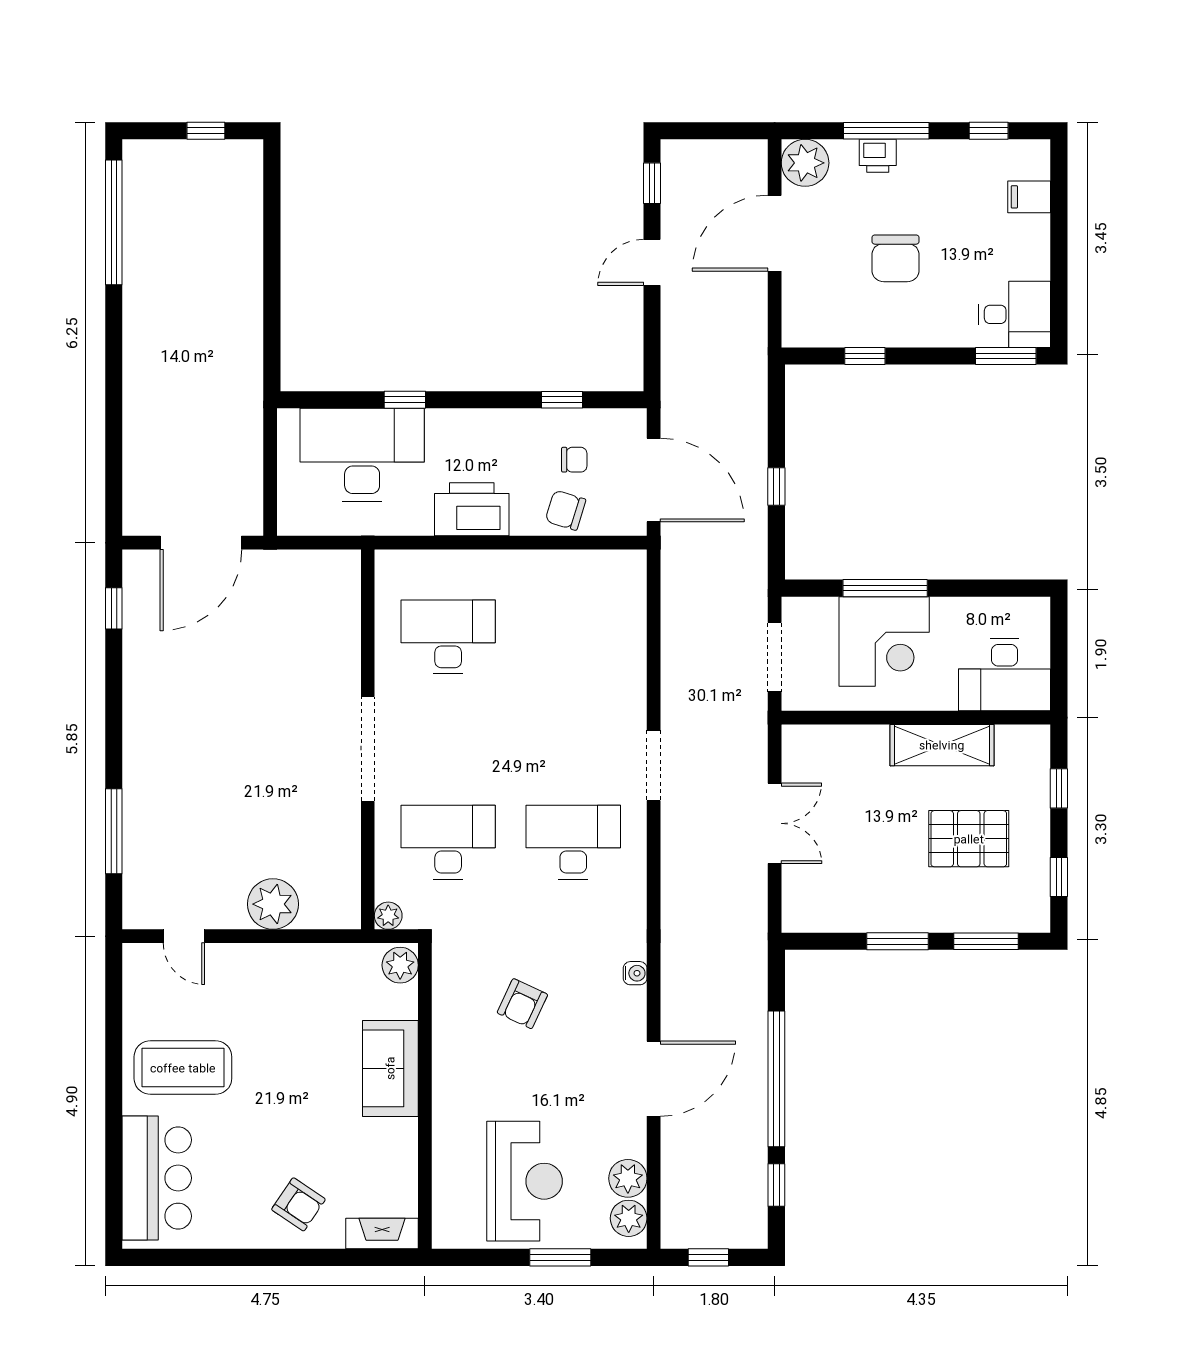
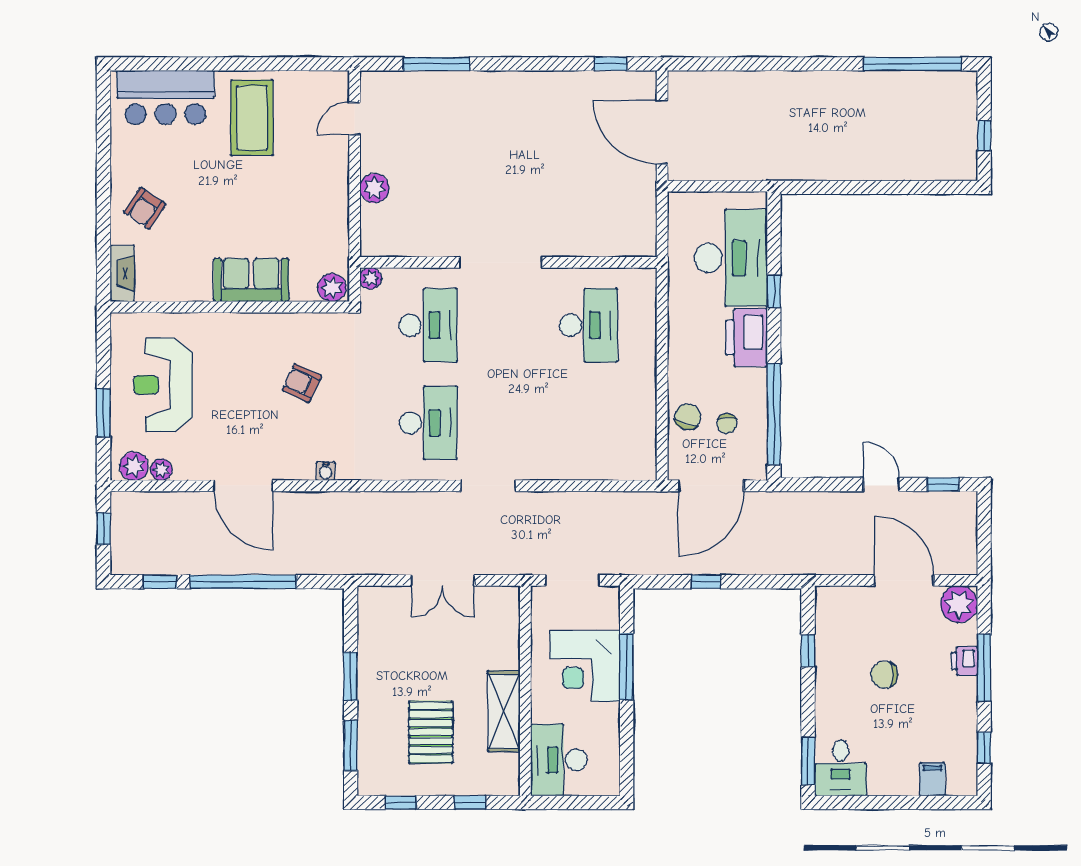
chair: (896, 258) -> (884, 675), width x0.73, depth x0.73
window: (562, 400) -> (774, 414), width x3.17
printer: (472, 509) -> (746, 338), moved, turned 180
plant: (273, 904) -> (374, 188), width x0.73, depth x0.73
plant: (628, 1178) -> (161, 470), width x0.73, depth x0.73
reception desk: (524, 1181) -> (163, 385), turned 90

